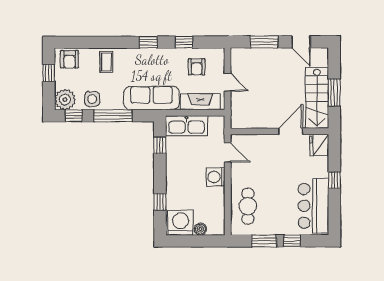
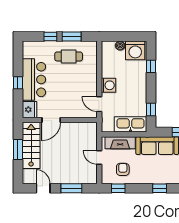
window: (184, 42) -> (118, 188), moved
cafe table: (248, 206) -> (69, 56), moved, turned 90
bar counter: (313, 206) -> (34, 80), moved

